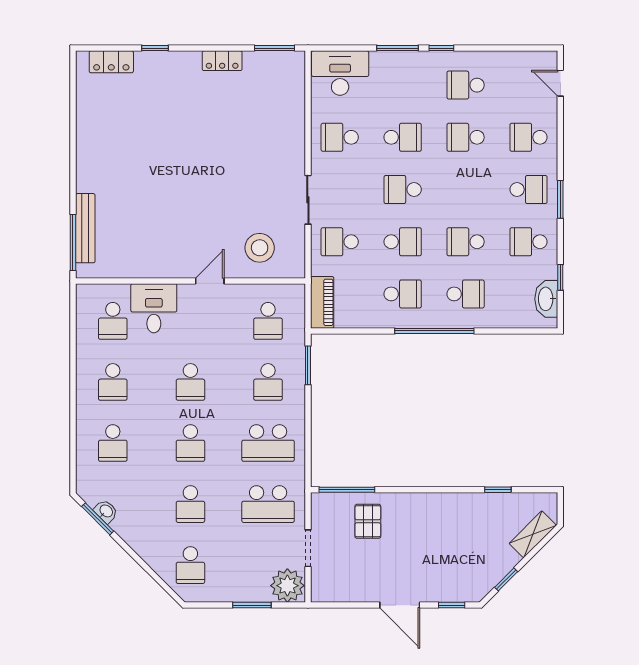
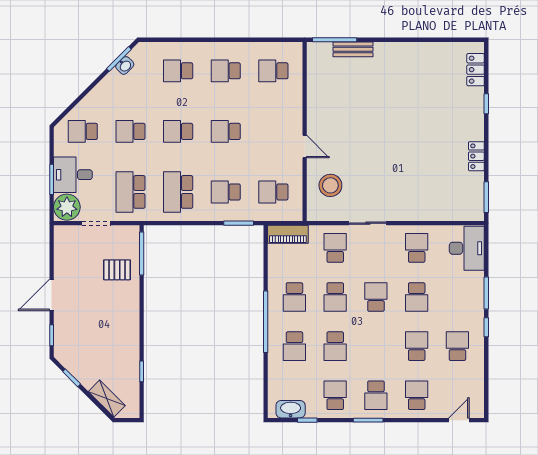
bench: (85, 228) -> (353, 49), width x0.73
school desk: (466, 242) -> (335, 346), turned 180
desk: (154, 308) -> (73, 175), moved, turned 180

